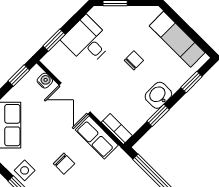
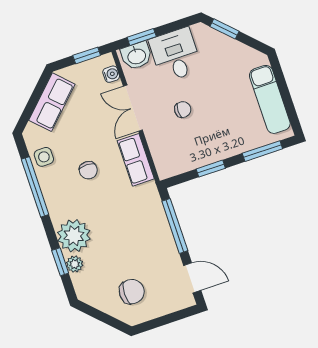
chair: (134, 60) -> (183, 110), moved
window: (191, 82) -> (262, 151), width x1.50
washbasin: (158, 95) -> (136, 56), moved, turned 180
bookcase: (117, 129) -> (161, 161), removed

